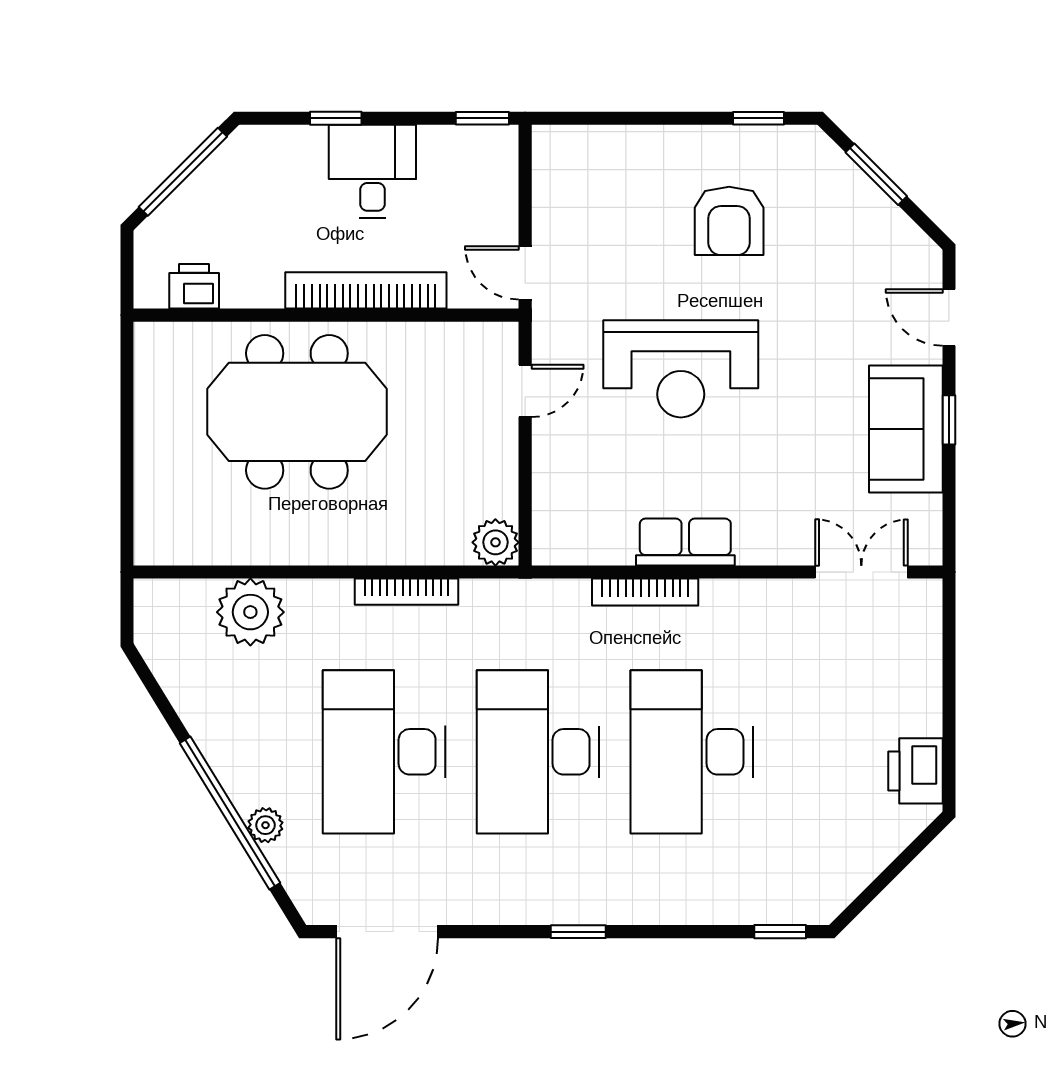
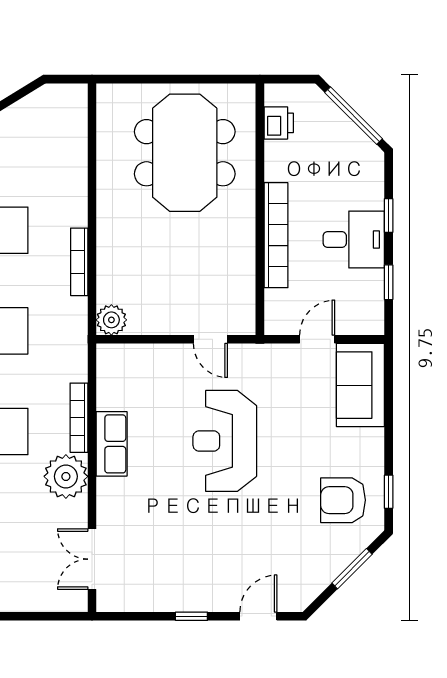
window: (482, 118) -> (389, 282), moved
armchair: (729, 221) -> (343, 500), moved
door: (525, 273) -> (317, 339), moved
meeting table: (297, 412) -> (185, 153), moved
sofa: (906, 429) -> (360, 385), moved, turned -90
double door: (861, 572) -> (92, 559), swing flipped
plant: (250, 612) -> (66, 476), moved

